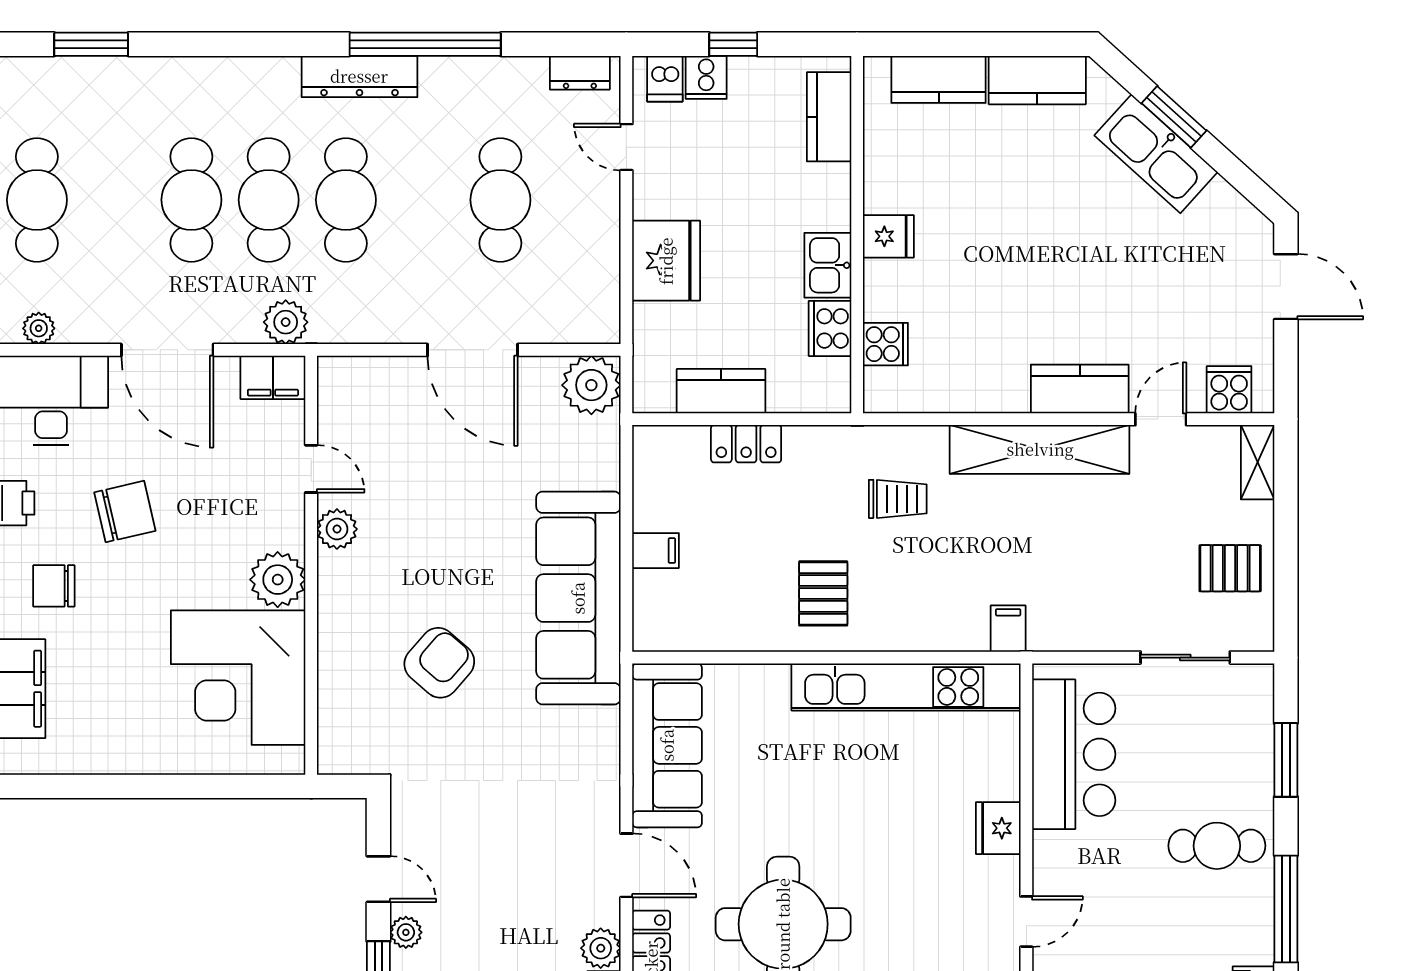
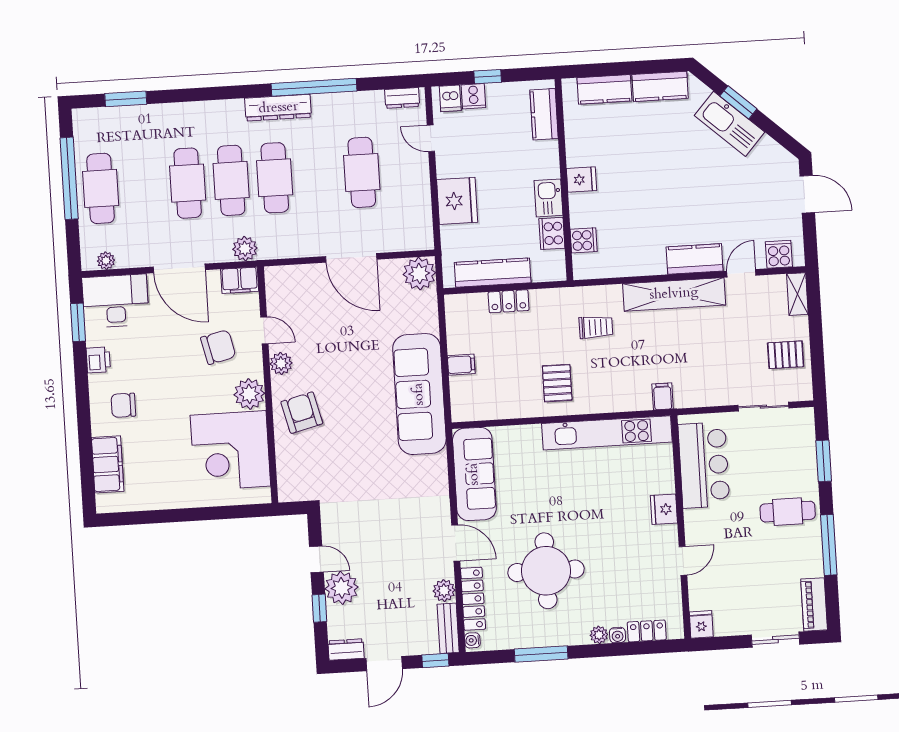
kitchen counter: (721, 391) -> (493, 273), width x1.50
chair: (125, 512) -> (218, 347), moved
armchair: (439, 663) -> (302, 413), moved, turned -55
plant: (406, 932) -> (342, 588), width x1.87, depth x1.87

